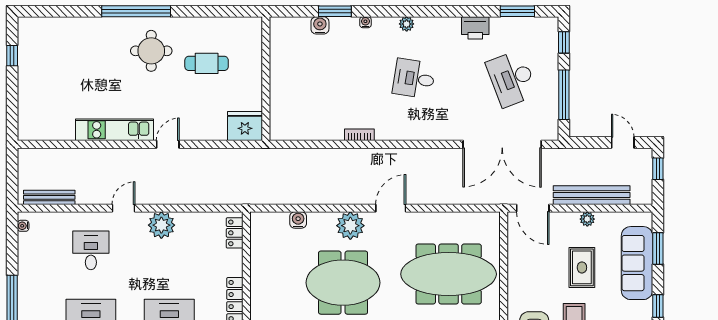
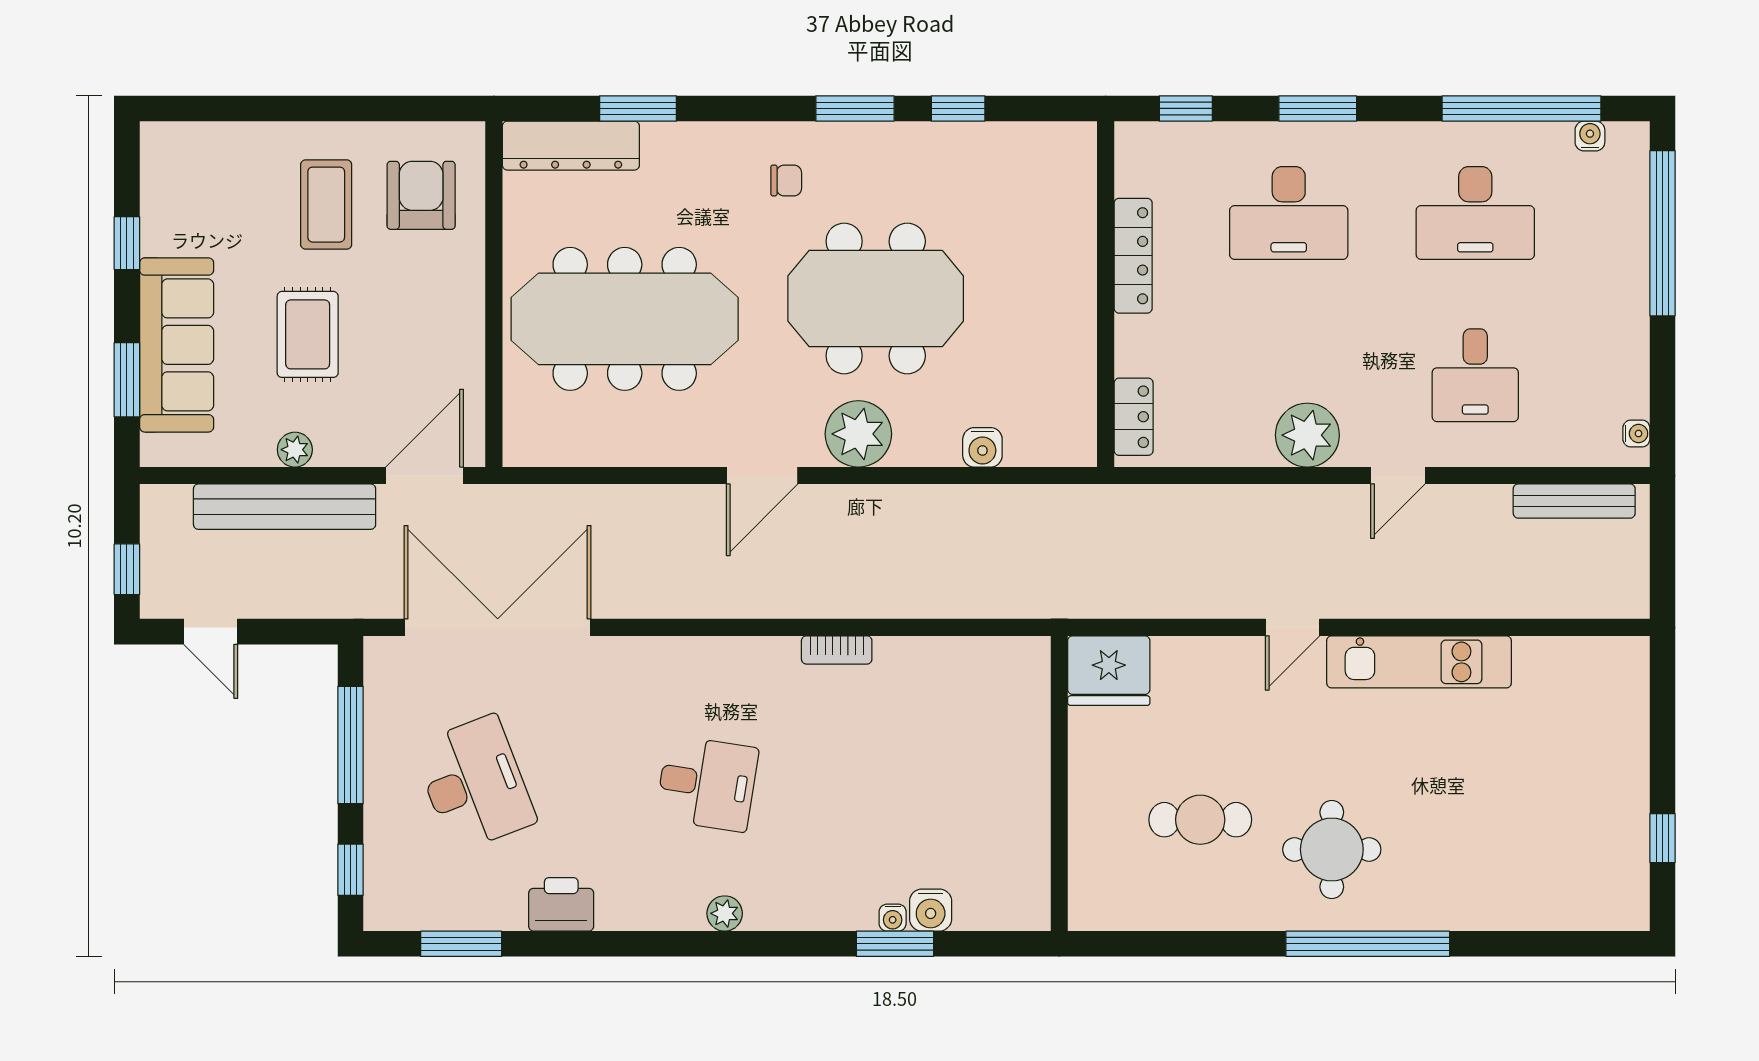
water cooler: (365, 22) -> (893, 918), moved
door: (533, 208) -> (425, 476), hinge flipped

